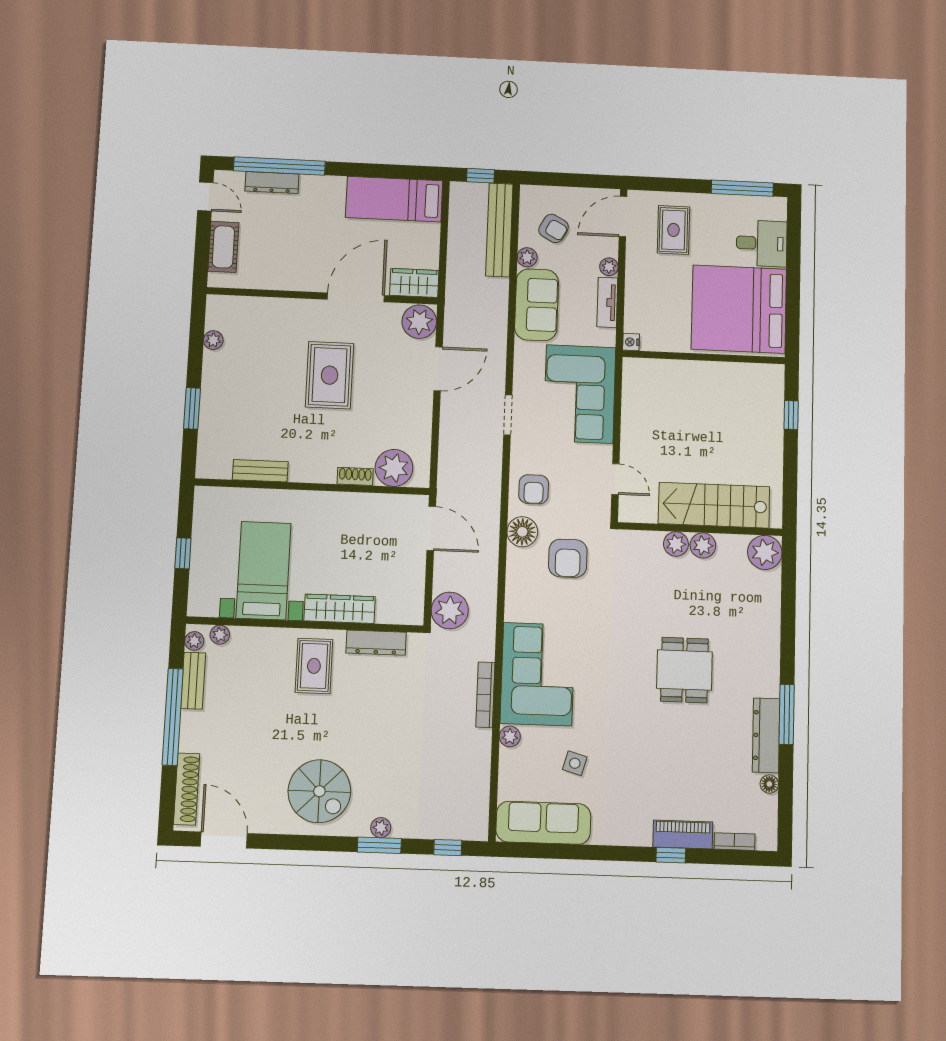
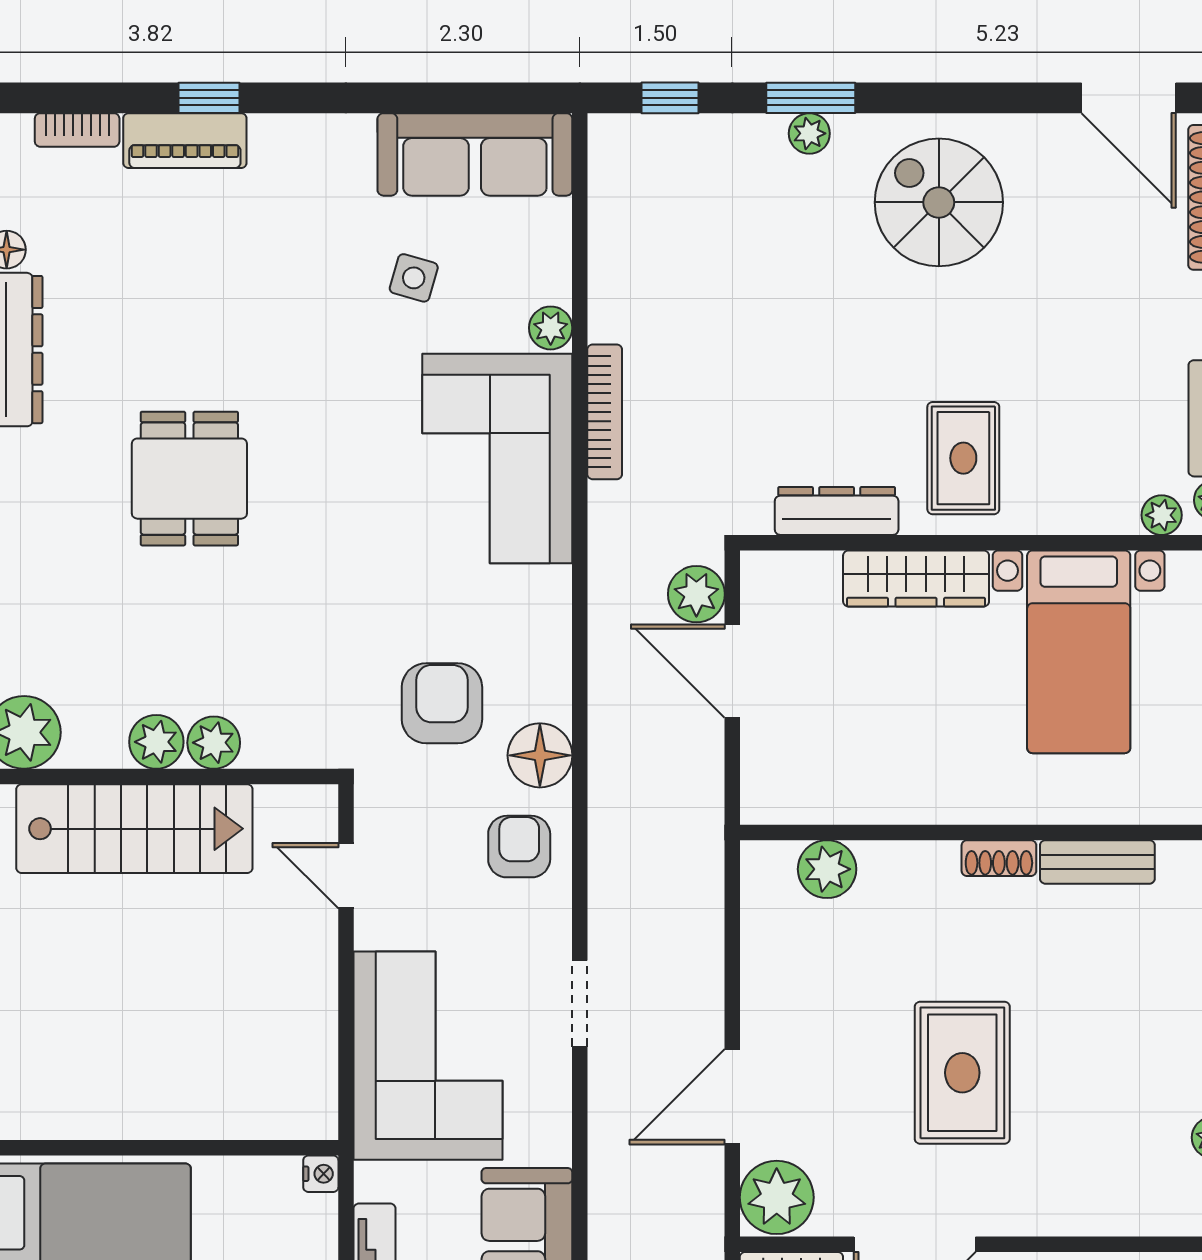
plant: (394, 468) -> (827, 869), width x0.73, depth x0.73
shoe rack: (355, 476) -> (999, 858), moved
door: (431, 528) -> (732, 671), moved
plant: (450, 610) -> (696, 594), width x0.73, depth x0.73

